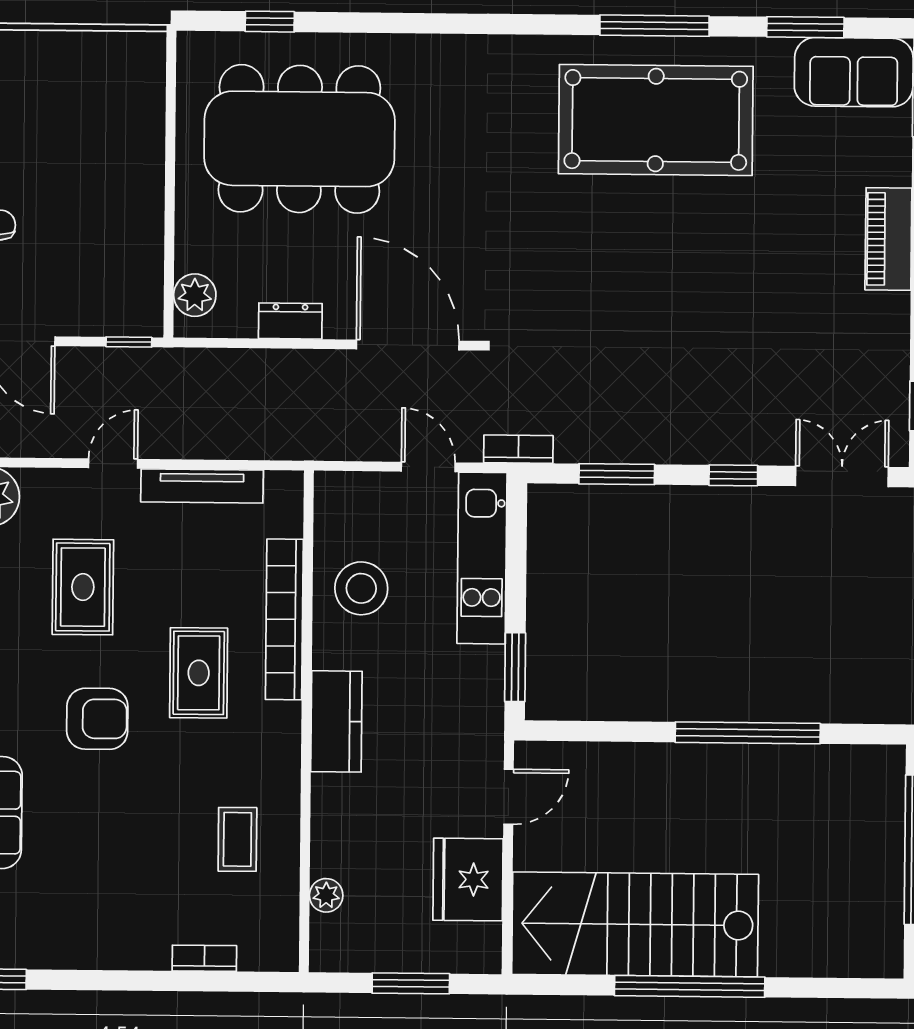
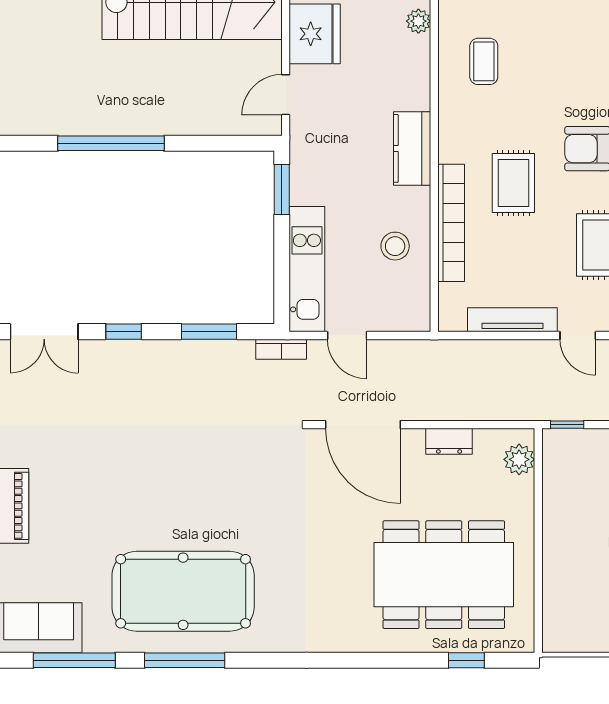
window: (805, 27) -> (74, 660), width x1.44
door: (113, 464) -> (578, 336), hinge flipped
stool: (361, 588) -> (395, 246), width x0.73, depth x0.73

